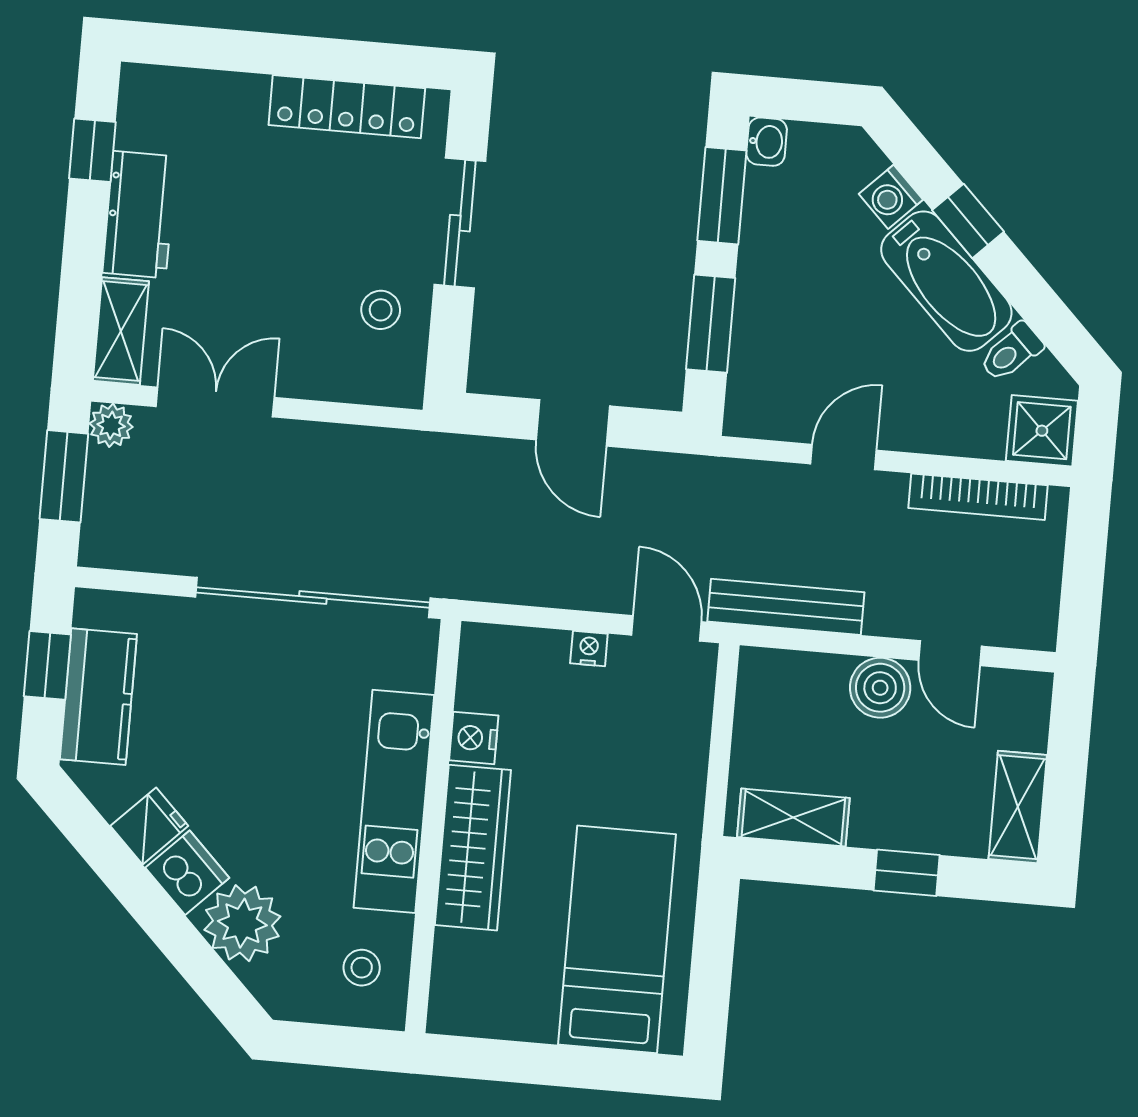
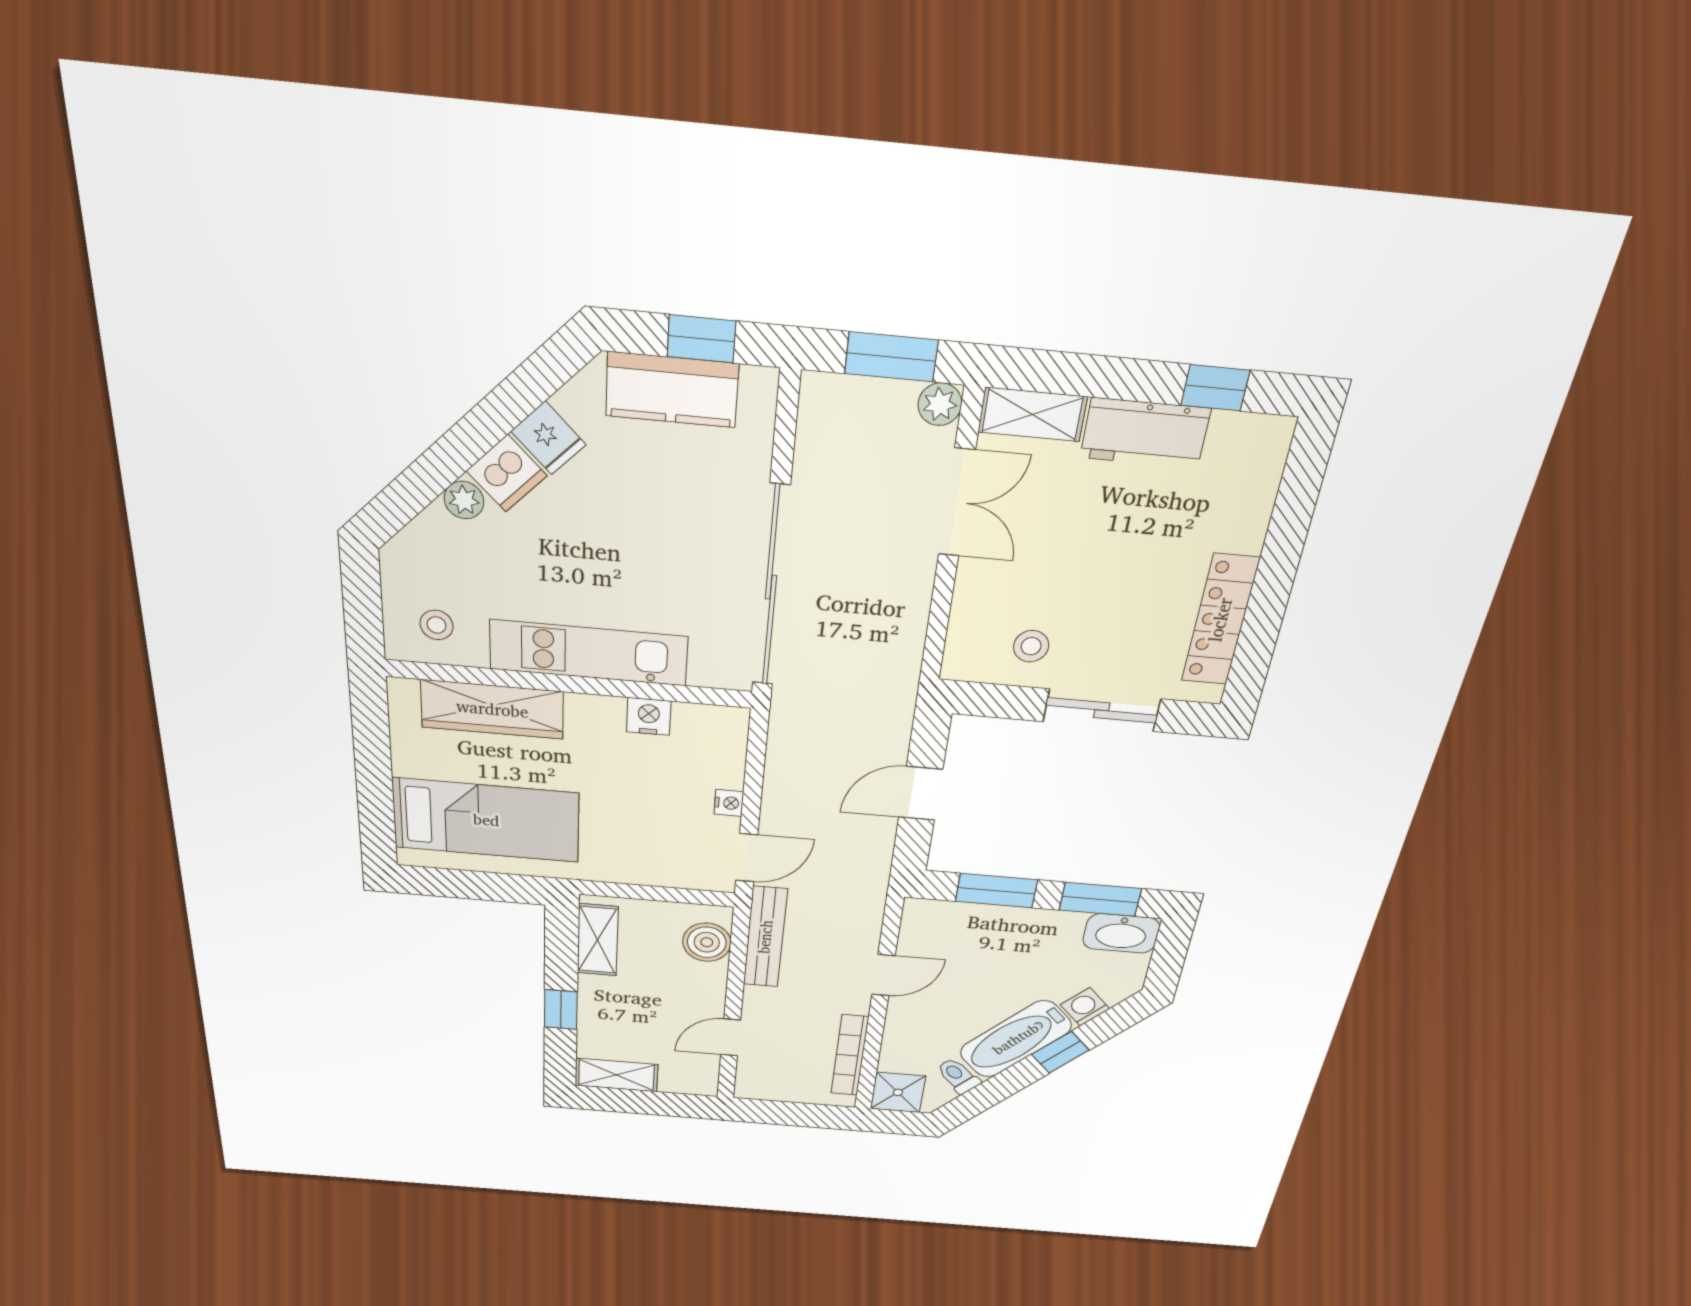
washbasin: (767, 142) -> (1121, 933), width x1.91, depth x1.45
door: (843, 457) -> (883, 975), hinge flipped
boiler: (880, 688) -> (707, 942), moved
wardrobe: (473, 848) -> (492, 709), moved
plant: (242, 923) -> (464, 500), width x0.53, depth x0.53

